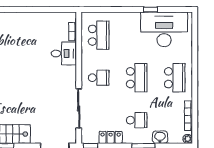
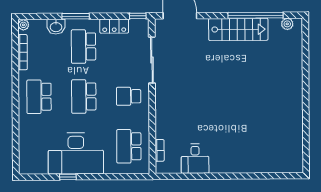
desk: (164, 29) -> (76, 153), moved
desk: (64, 53) -> (195, 159), moved, turned -90
school desk: (137, 120) -> (84, 47), width x1.85

